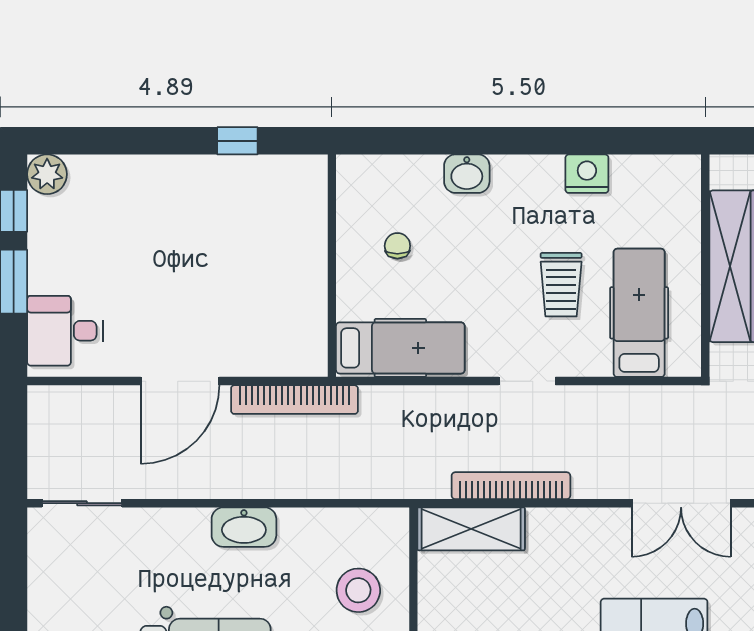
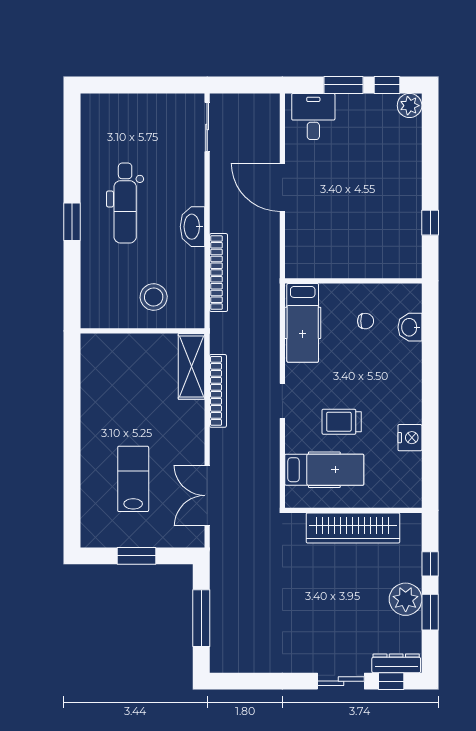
washbasin: (467, 174) -> (410, 327), moved
bookcase: (294, 400) -> (219, 273), moved, turned 180

